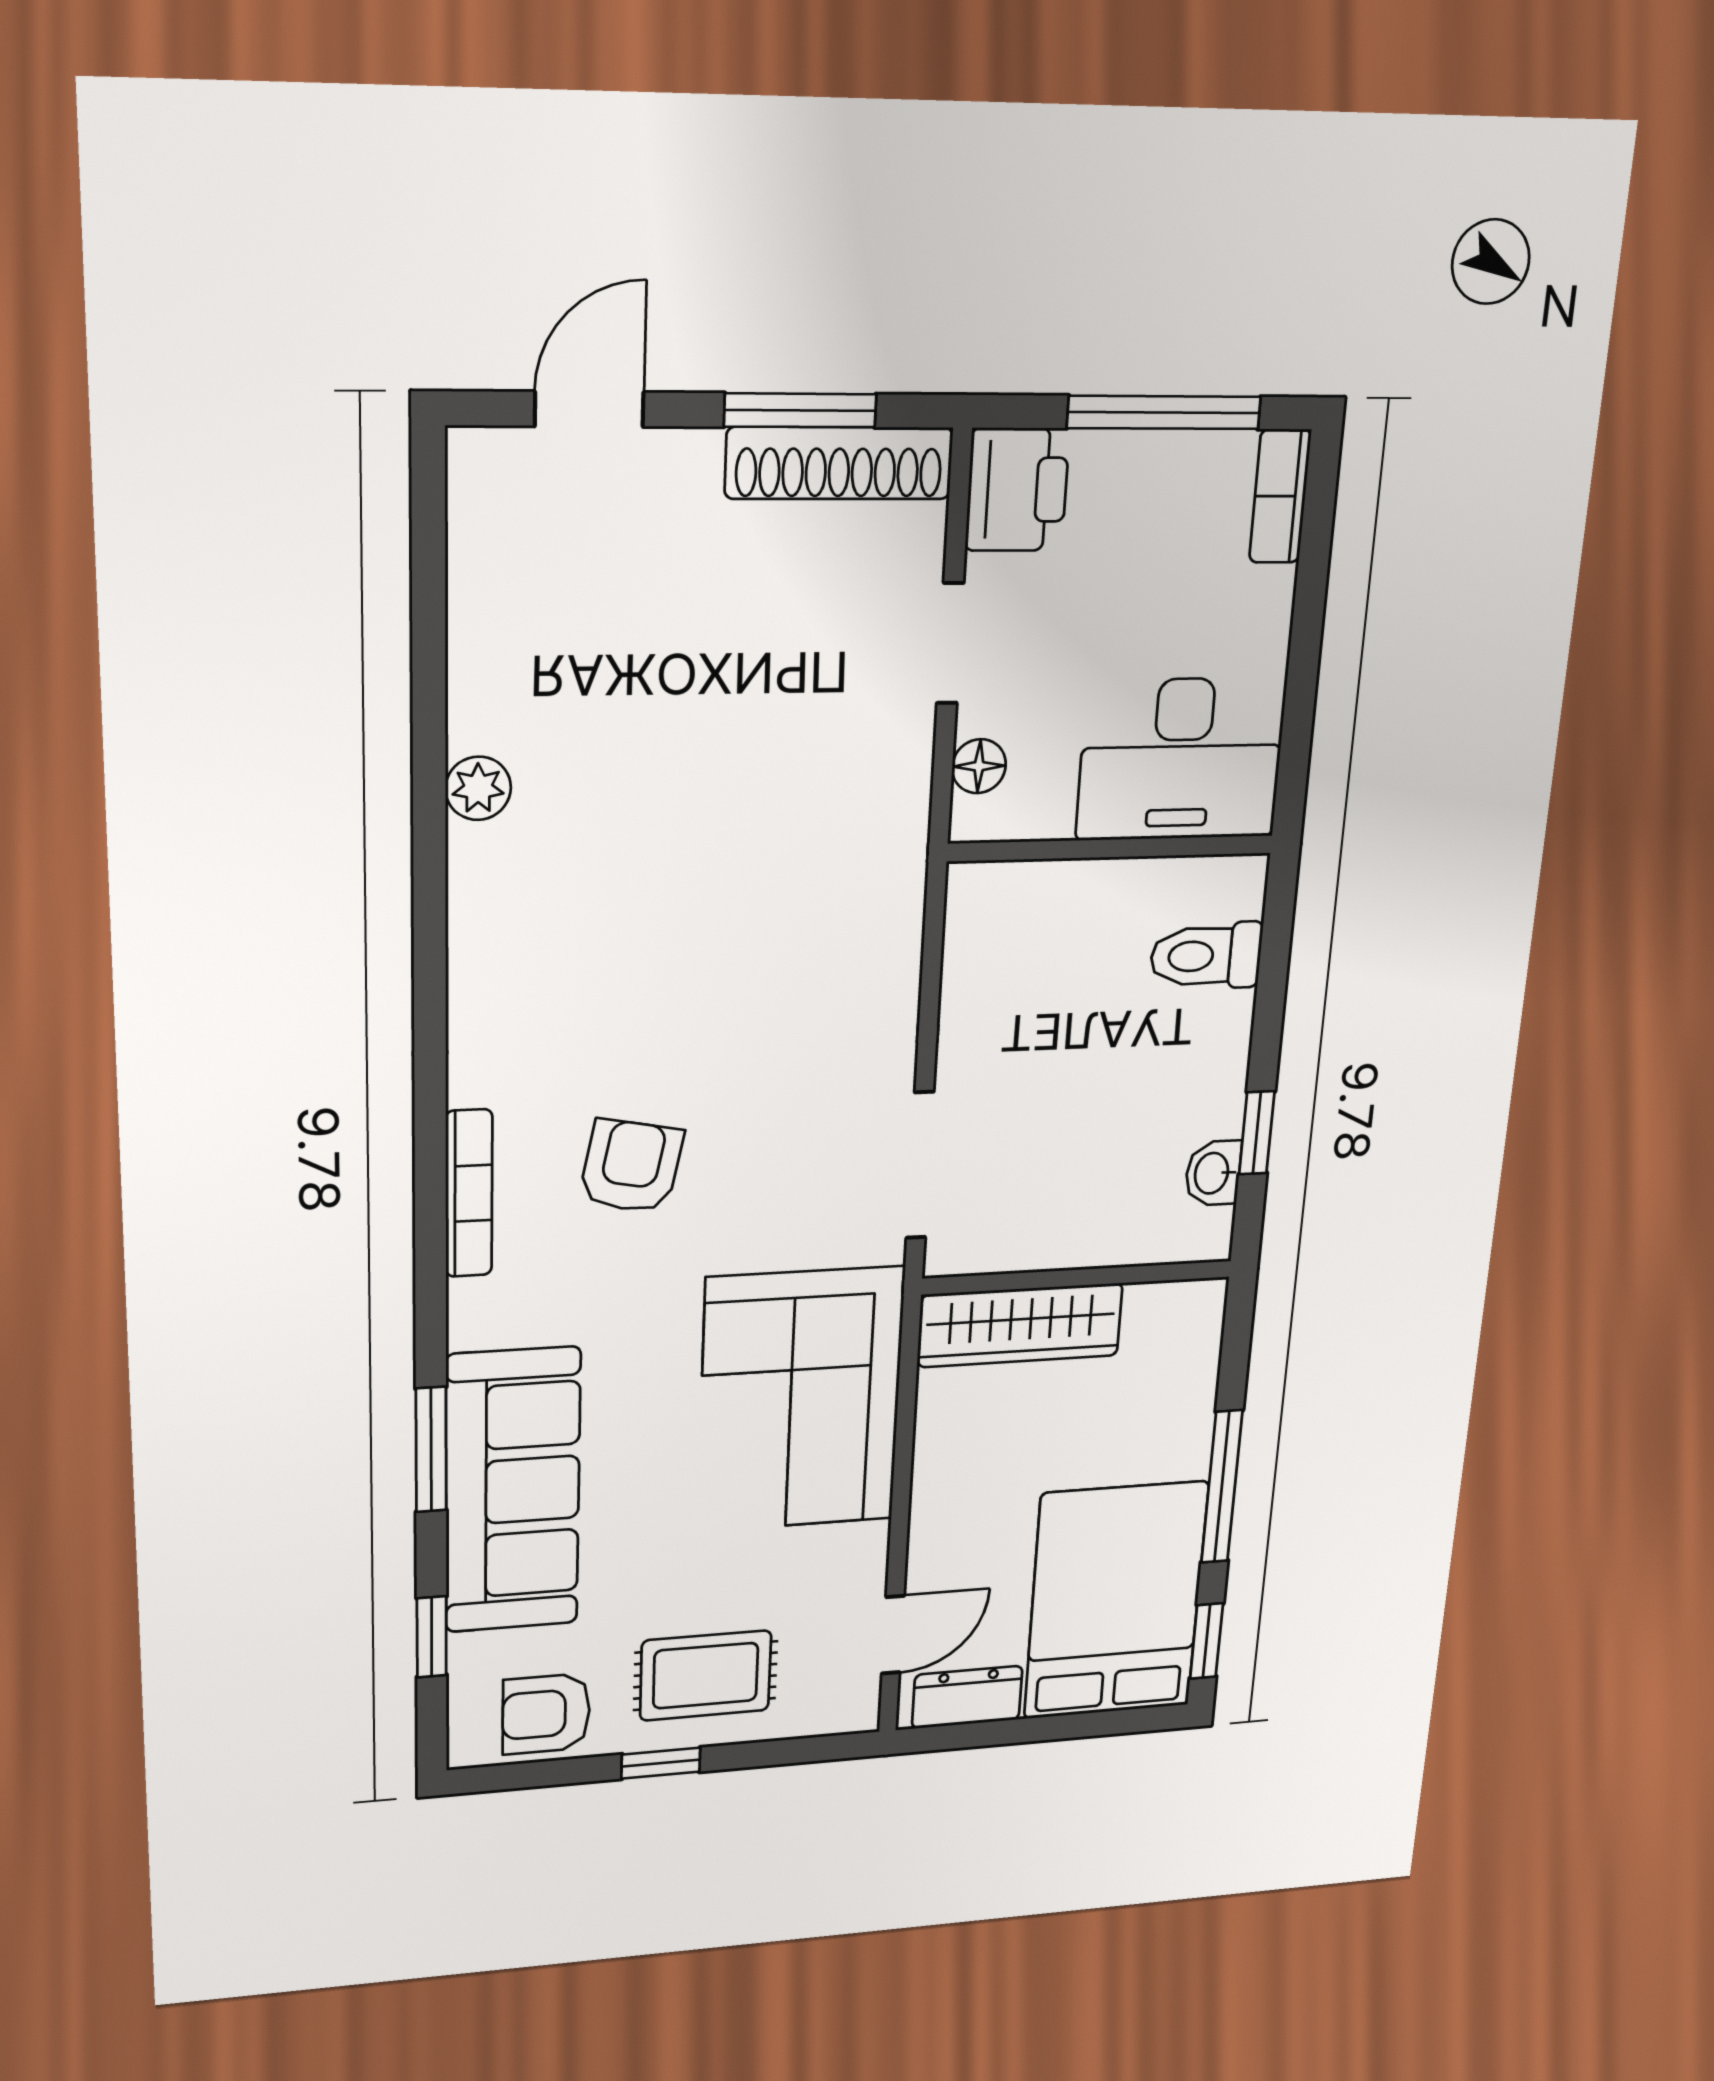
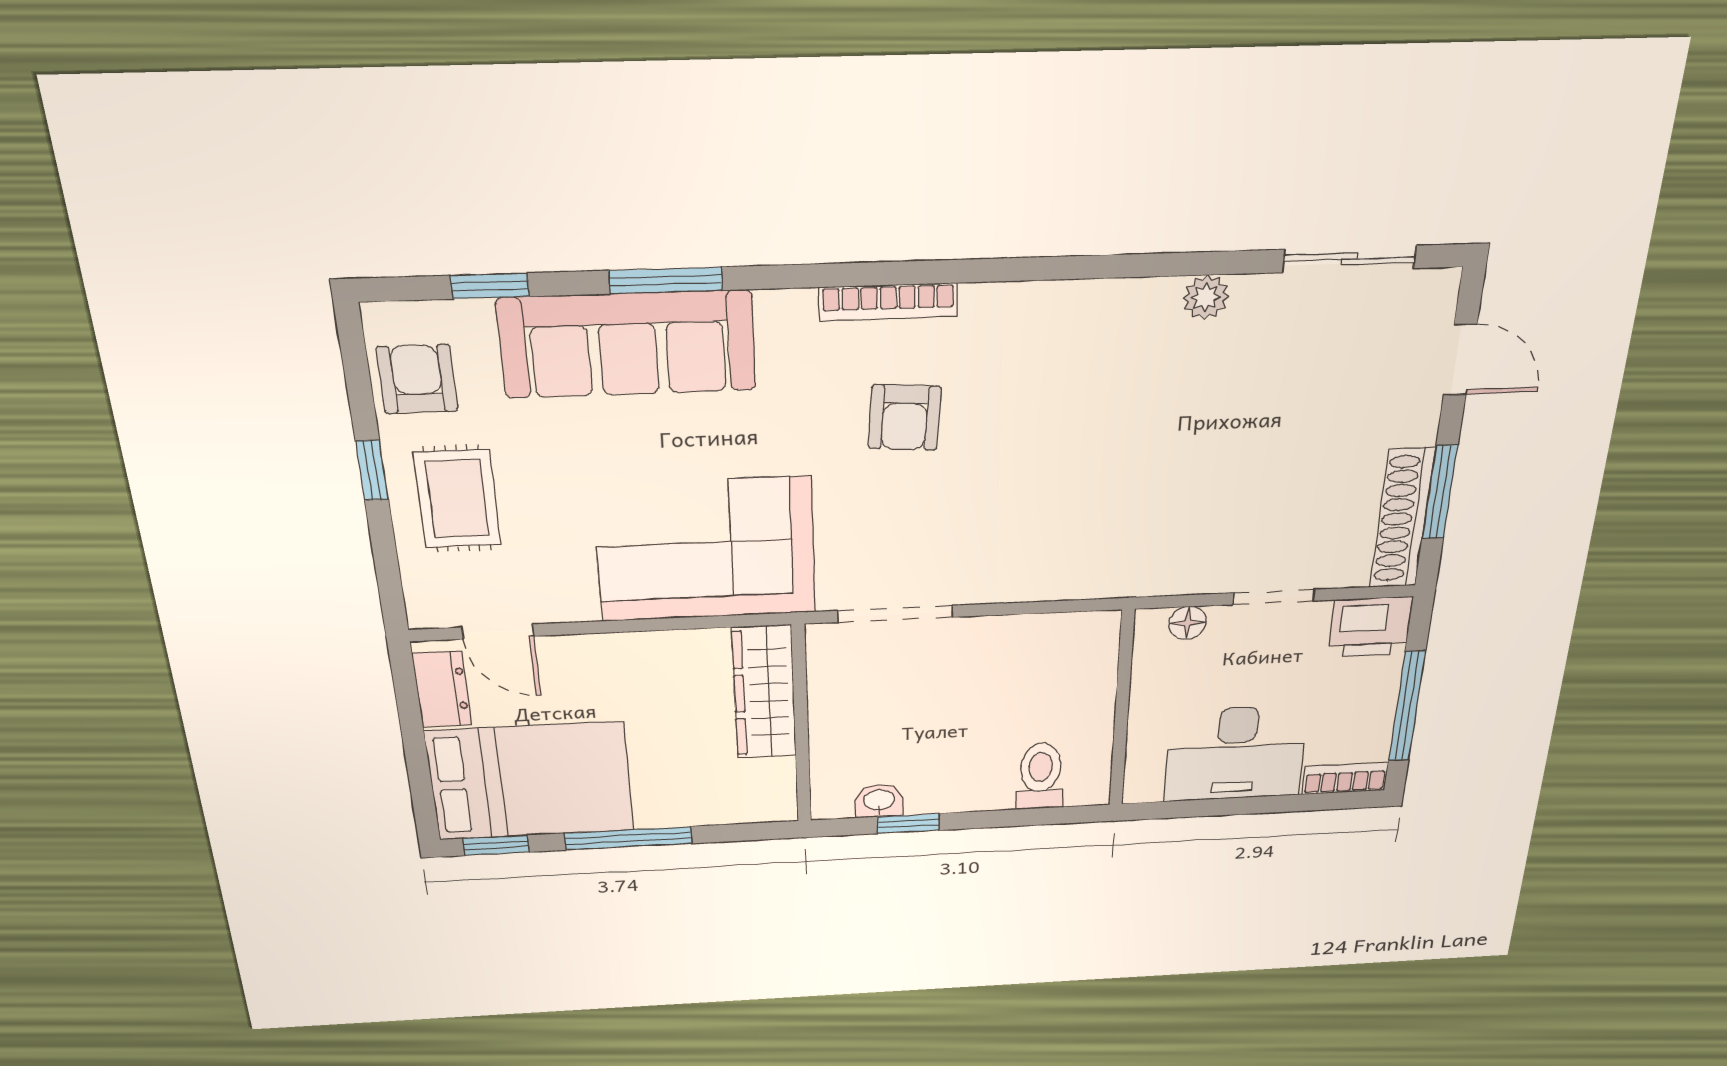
sliding door: (429, 594) -> (1349, 259), added
desk: (1181, 759) -> (1235, 754), moved, turned -90
armchair: (631, 1166) -> (905, 418), turned 83

